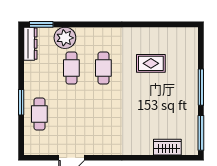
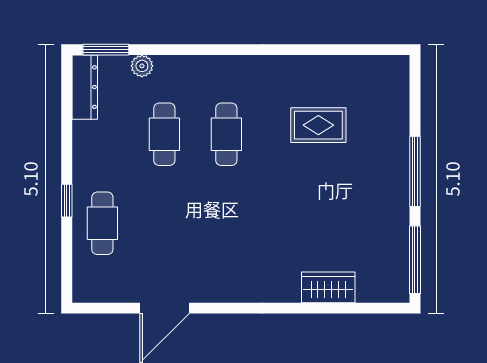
plant: (65, 38) -> (142, 66), width x0.53, depth x0.53
window: (21, 102) -> (67, 201), width x0.67
wardrobe: (167, 147) -> (328, 287), moved

